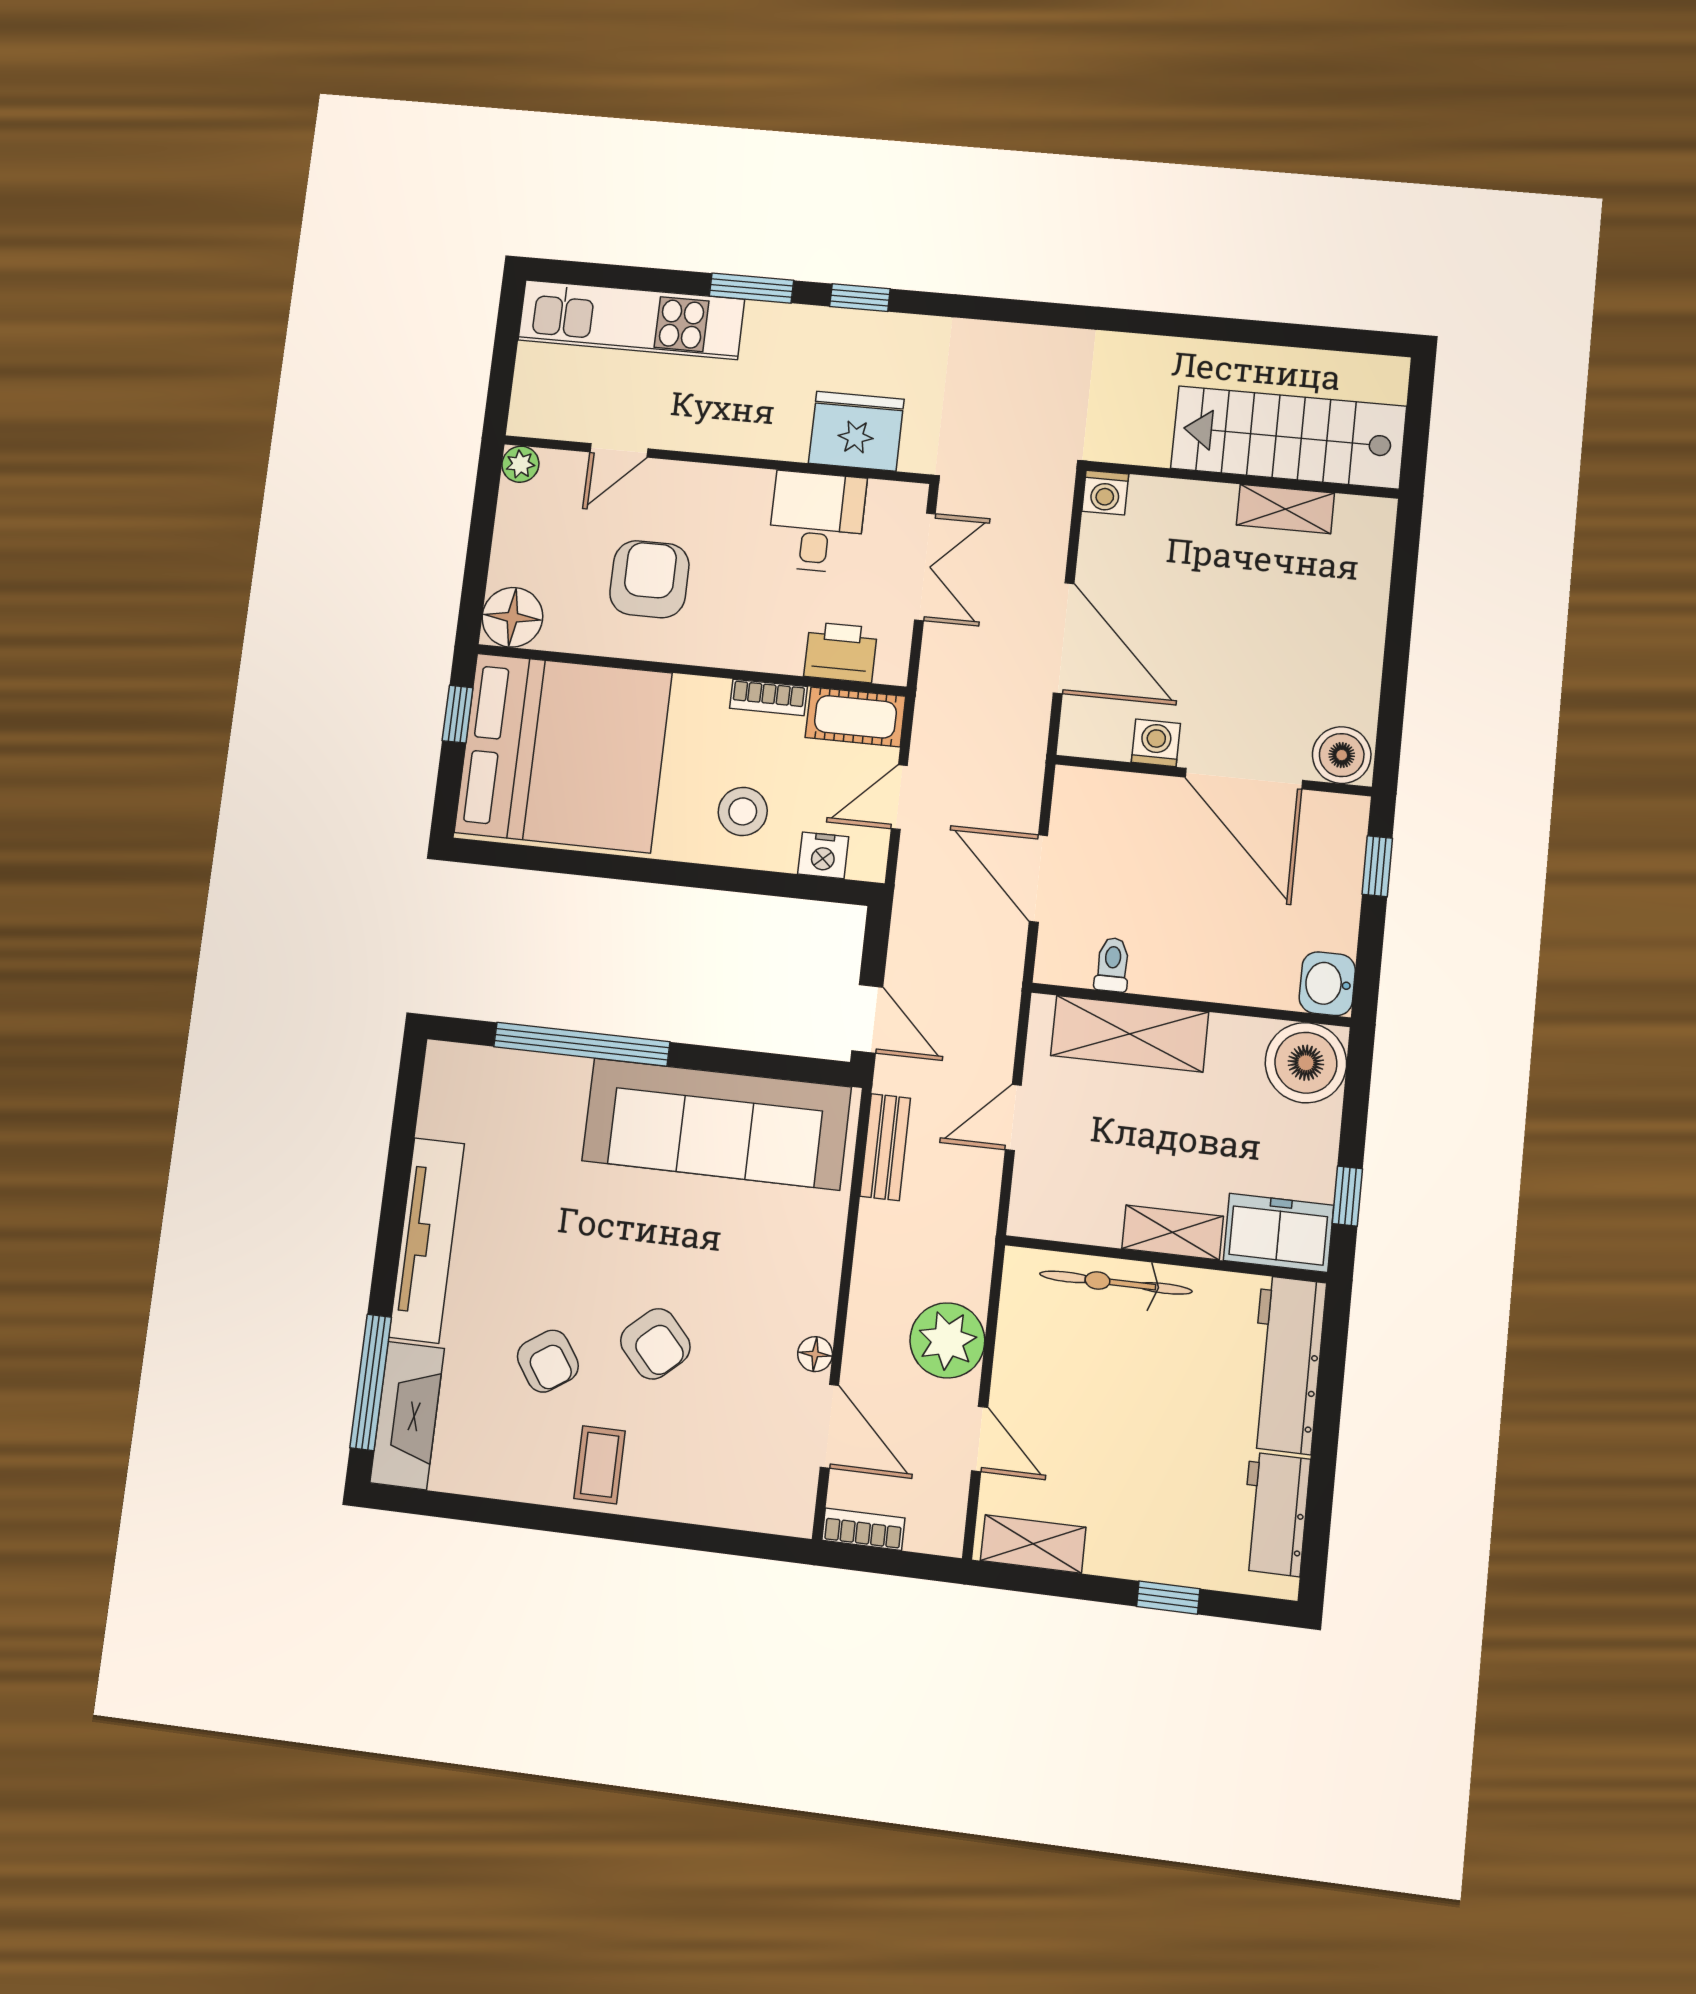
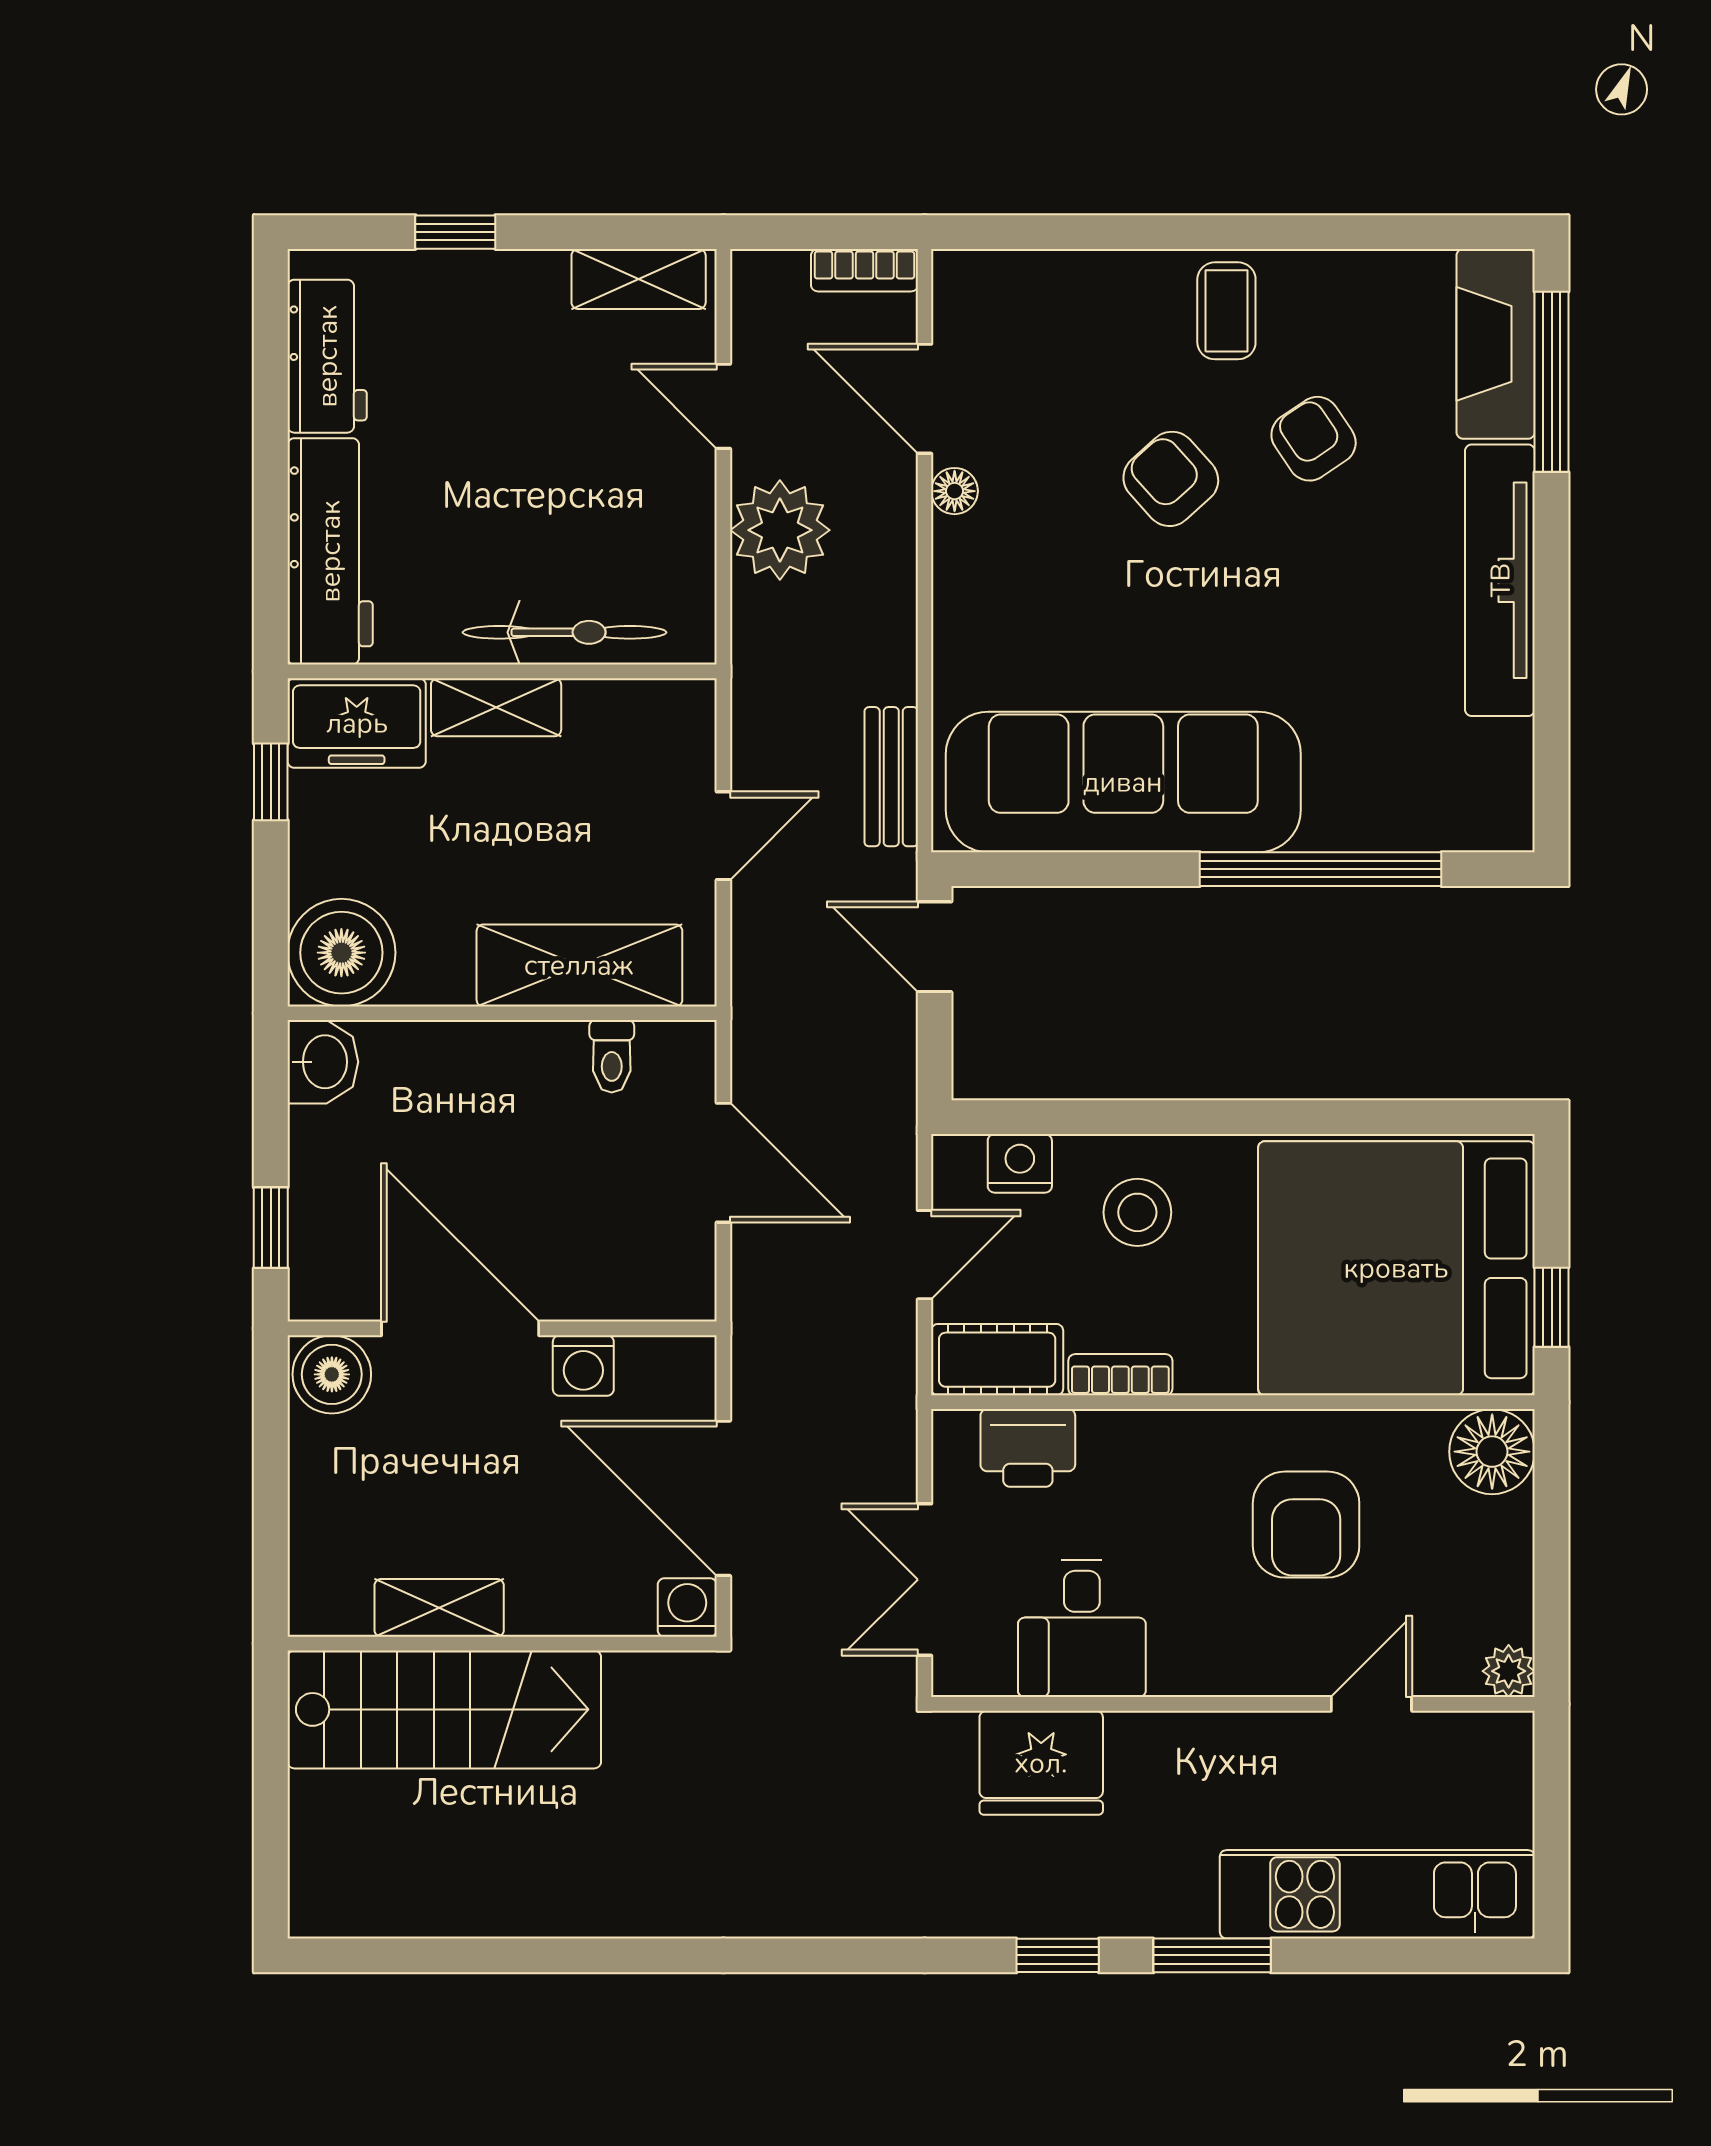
stairs: (1288, 437) -> (444, 1709), moved
wall: (1242, 480) -> (502, 1644), moved
washing machine: (1105, 493) -> (687, 1607), moved
shelving: (1285, 509) -> (439, 1608), moved

